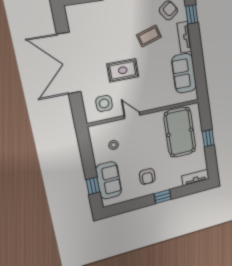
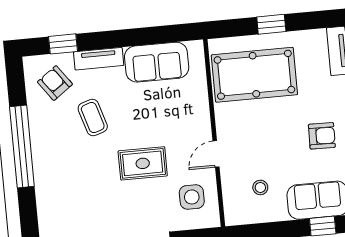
rug: (123, 70) -> (143, 163), turned 90

